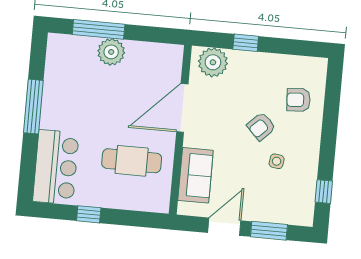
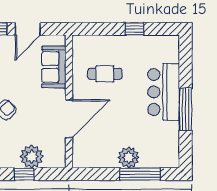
plant: (213, 62) -> (32, 157), moved
cafe table: (132, 161) -> (105, 74), width x0.73, depth x0.74
bar counter: (56, 167) -> (164, 92), moved

